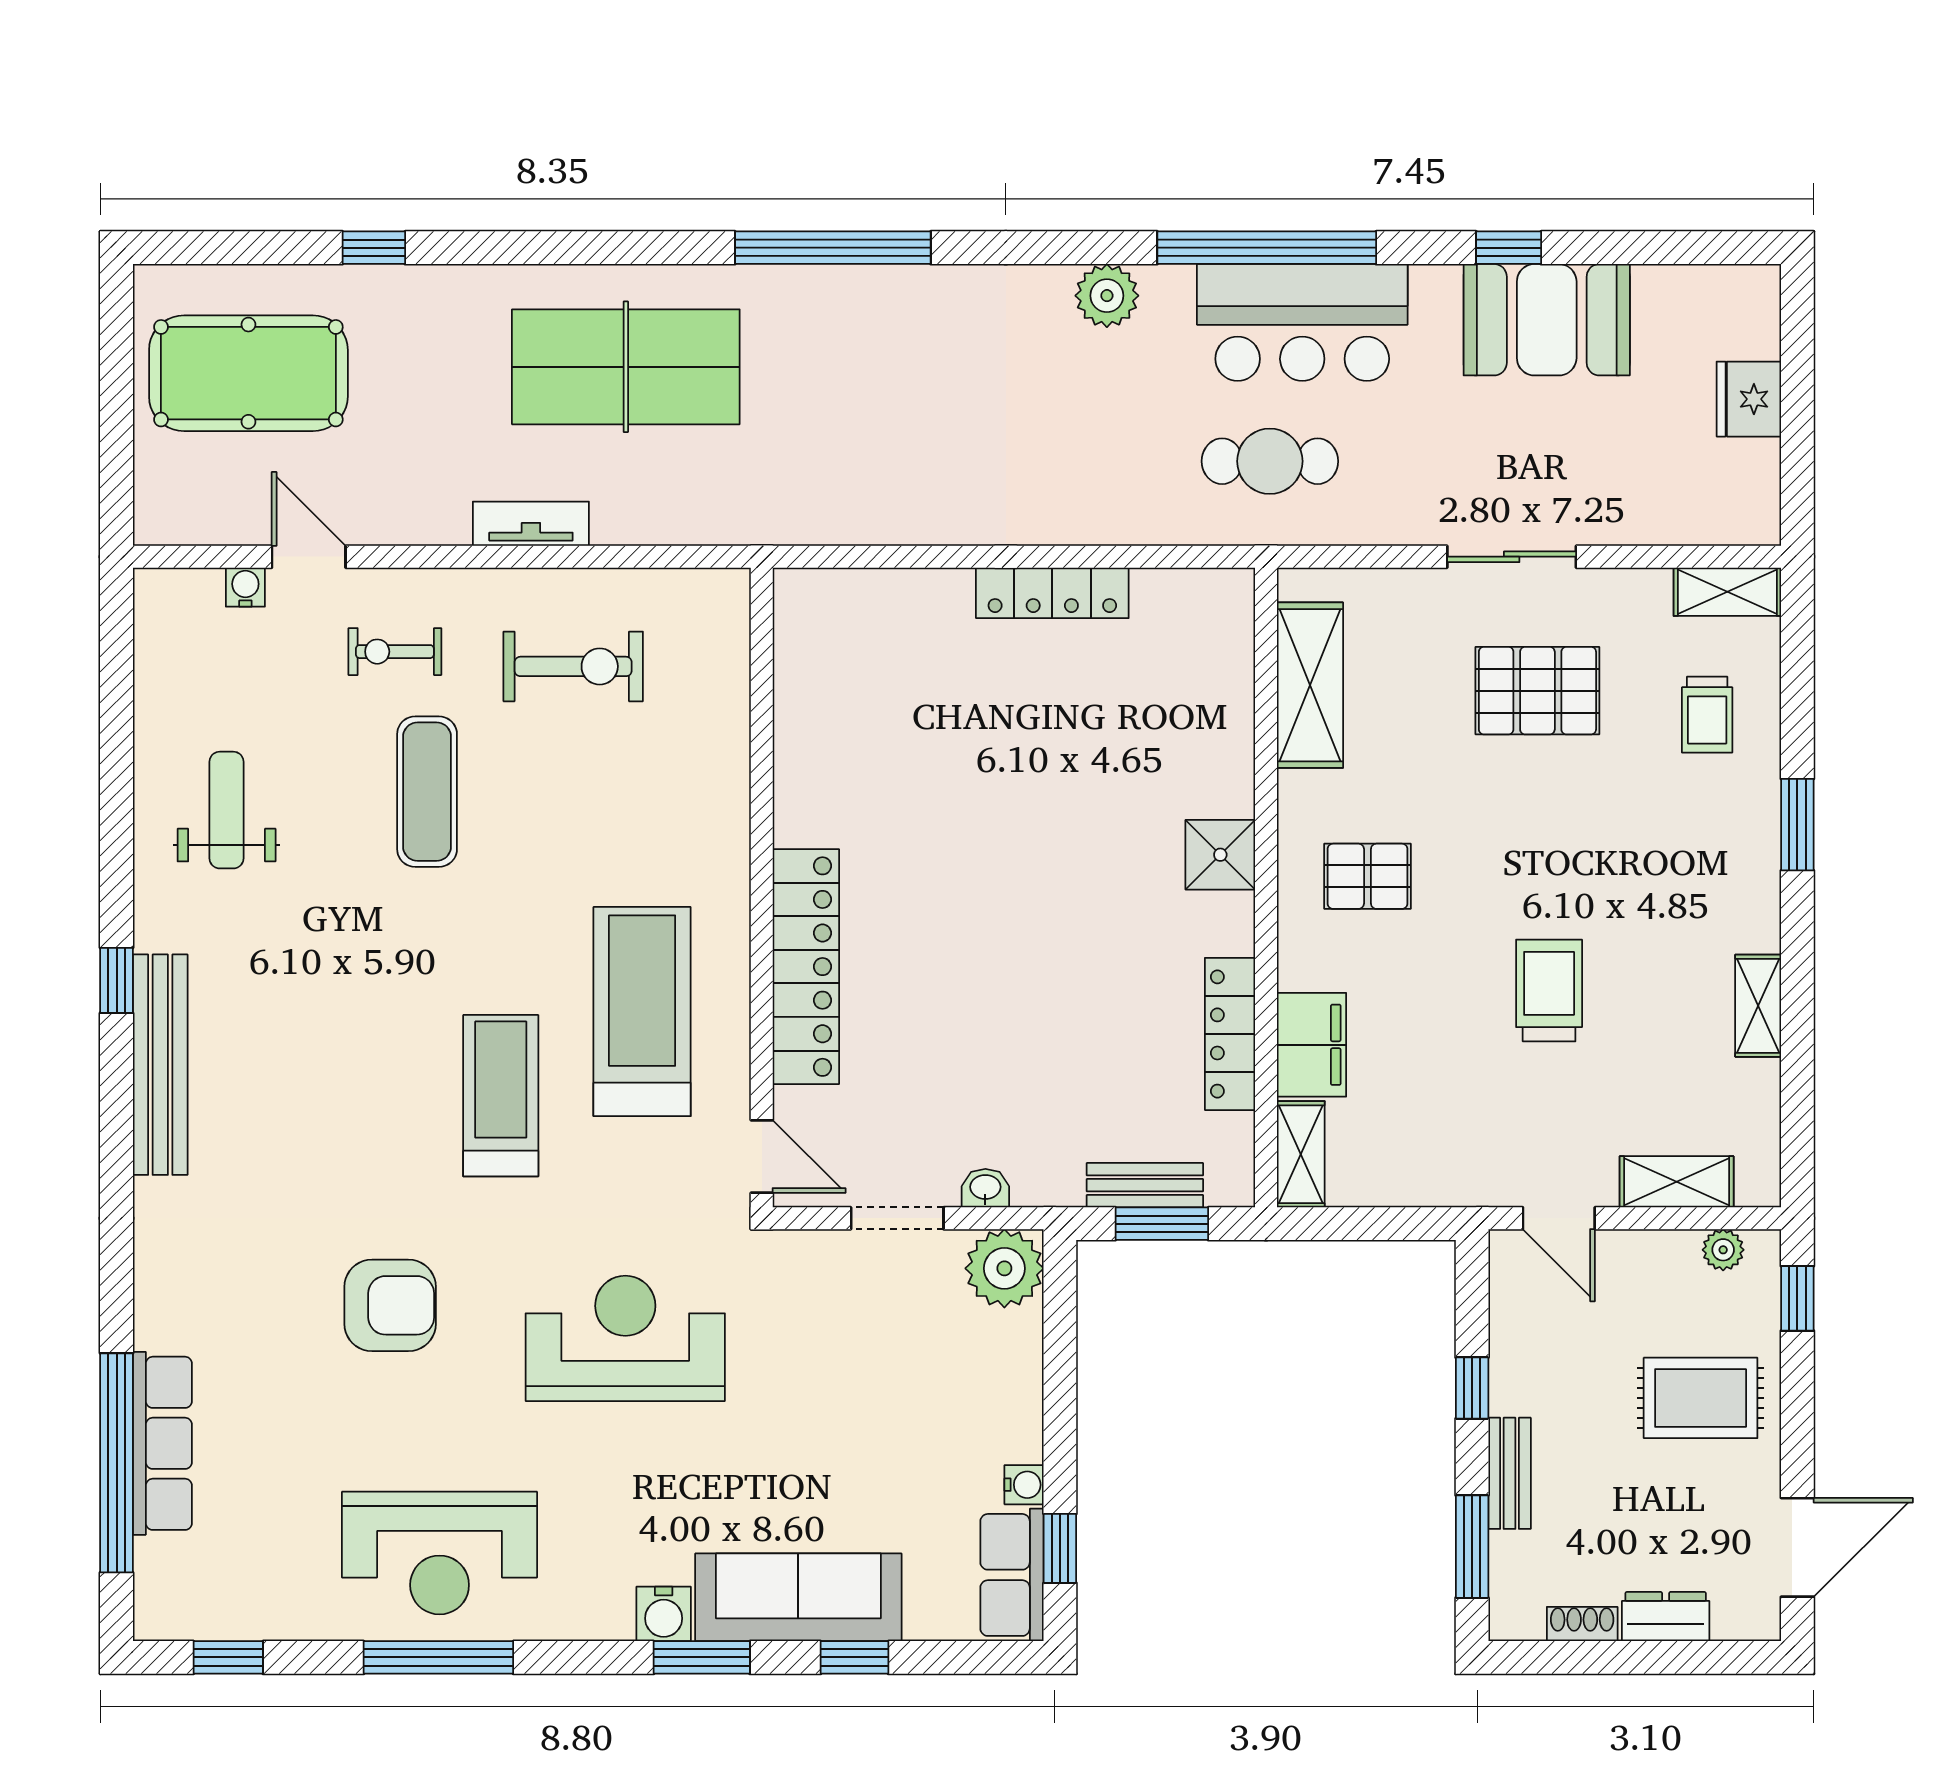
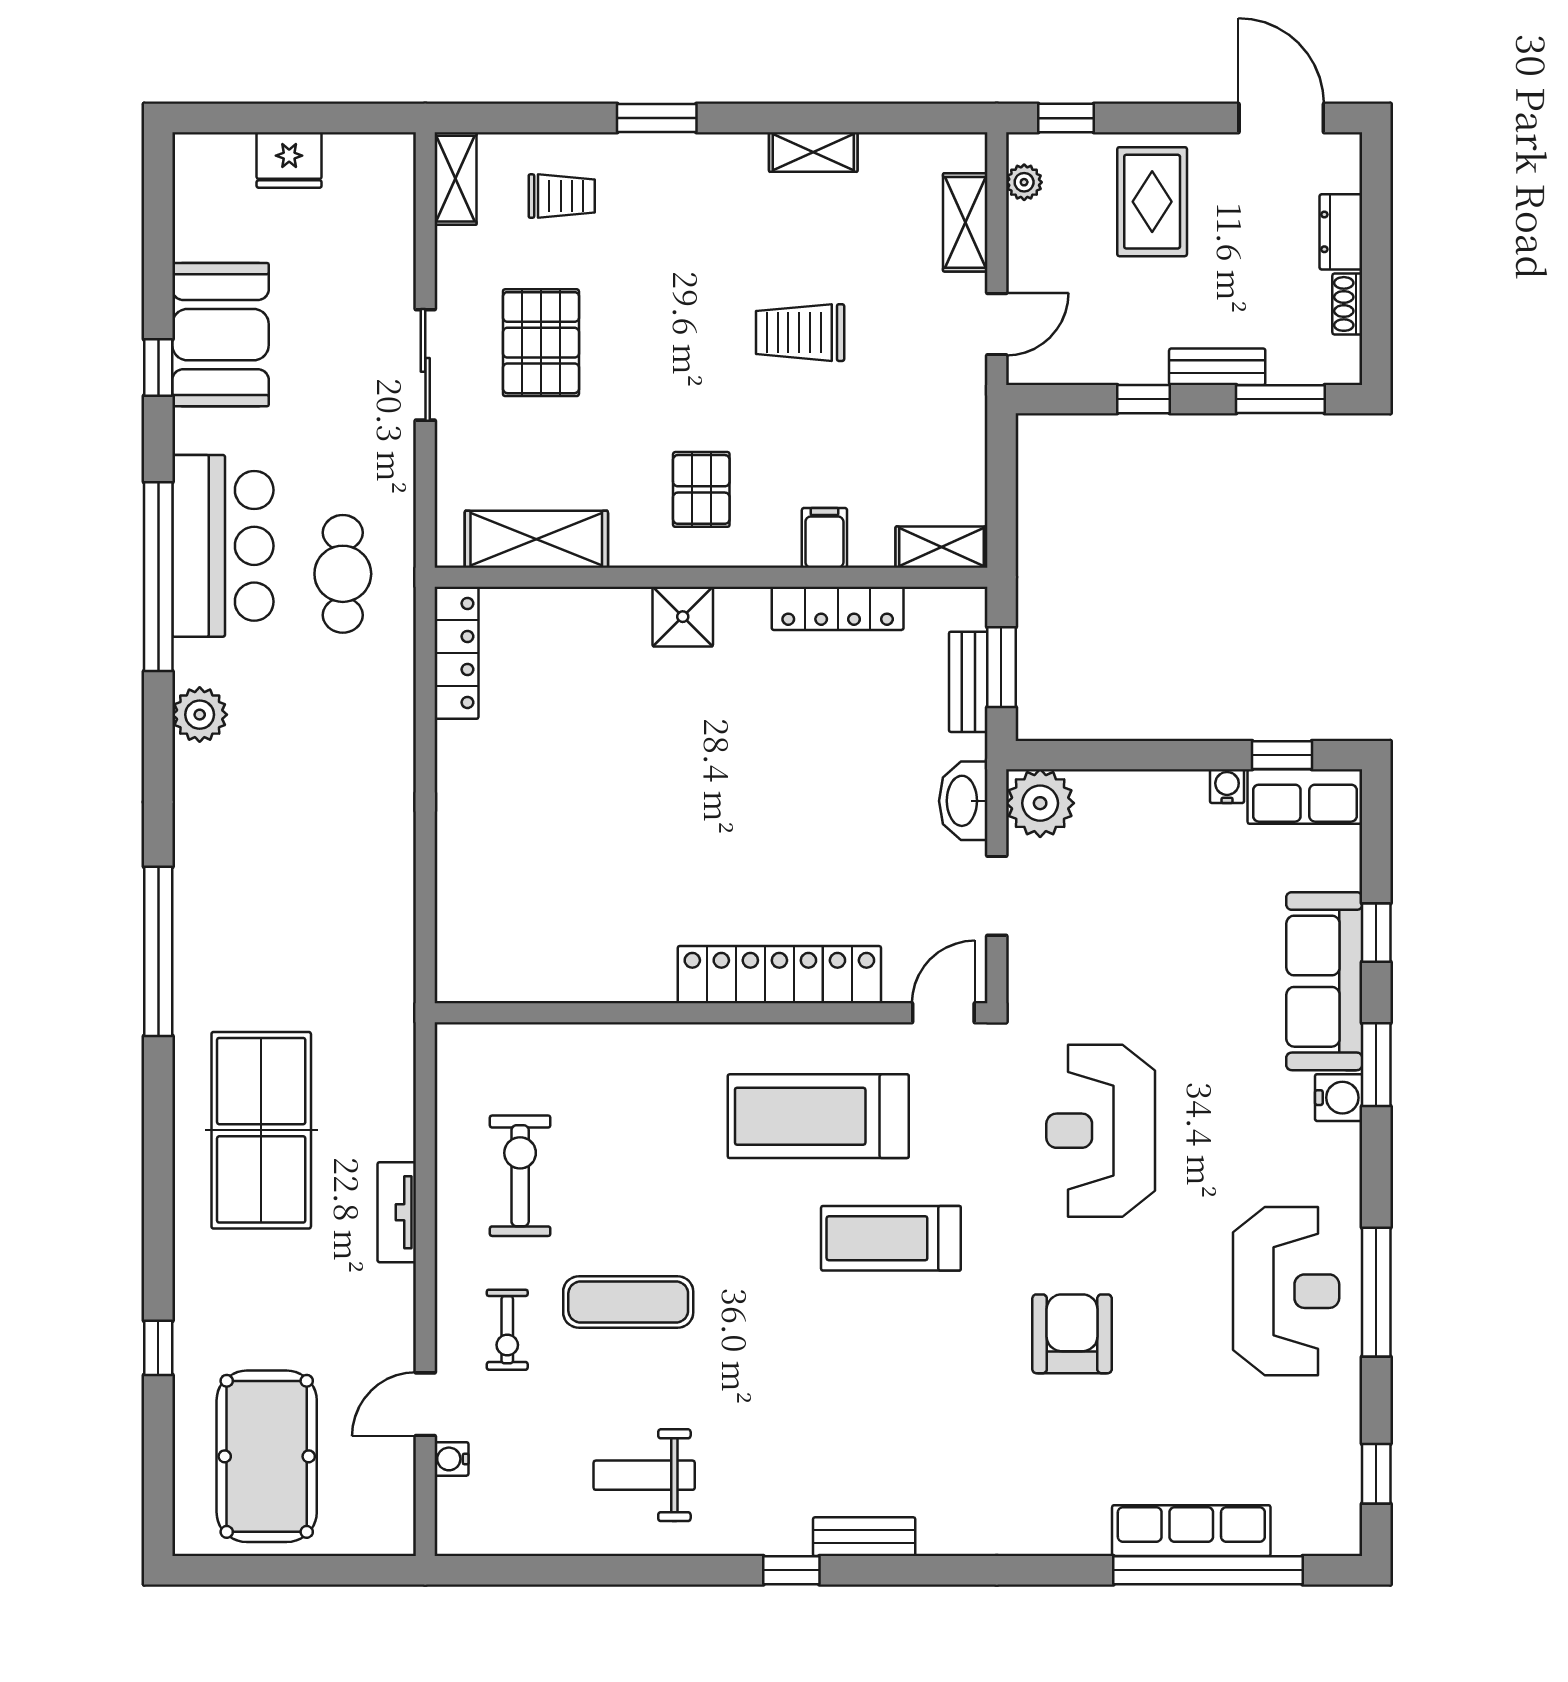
locker: (1052, 593) -> (456, 653), moved
filing cabinet: (1312, 1045) -> (824, 538), width x0.50
bench: (160, 1065) -> (864, 1537), width x0.54, depth x0.82
washbasin: (985, 1188) -> (963, 801), width x1.91, depth x1.45

